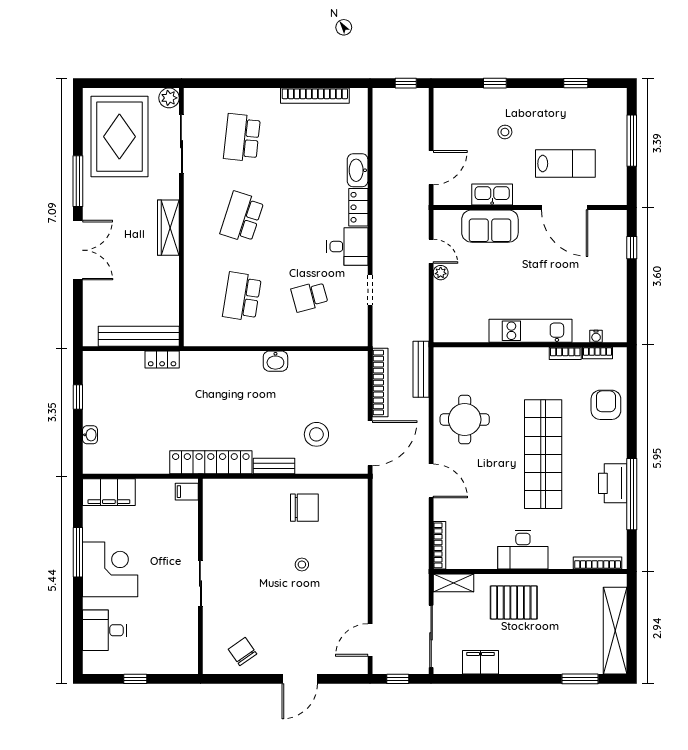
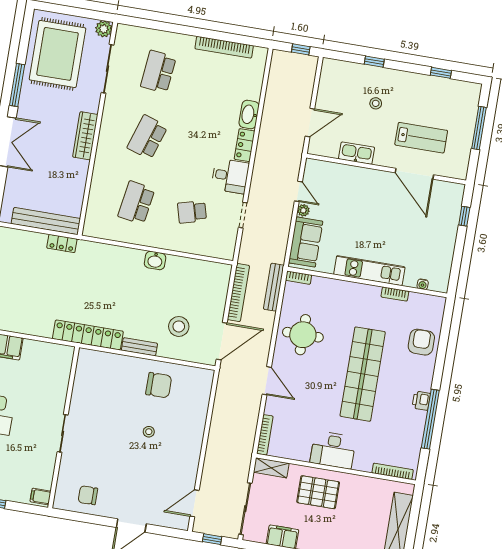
sofa: (490, 226) -> (306, 242), moved, turned -90
bookcase: (598, 353) -> (299, 278), moved
printer: (613, 483) -> (421, 401), width x0.53, depth x0.68
filing cabinet: (187, 492) -> (41, 496), moved
chair: (243, 652) -> (88, 495), turned -55

